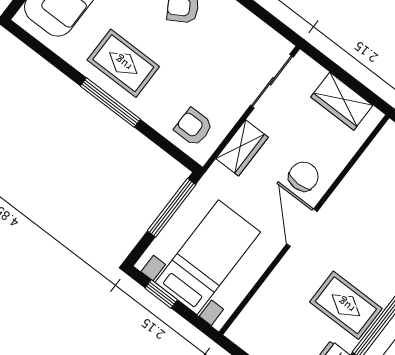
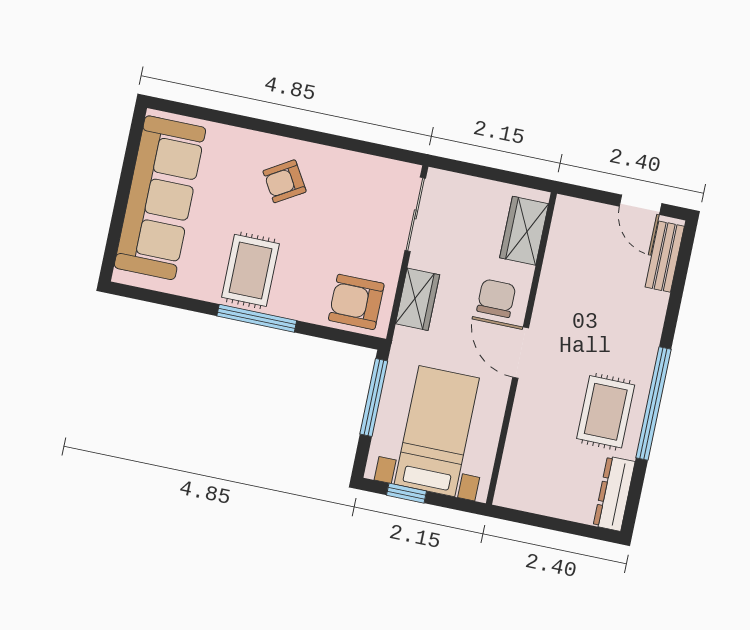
rug: (123, 63) -> (250, 270), turned 90
wardrobe: (342, 101) -> (524, 231), moved, turned 90
armchair: (194, 127) -> (356, 302), width x1.38, depth x1.38
rug: (346, 305) -> (606, 412), turned 90

